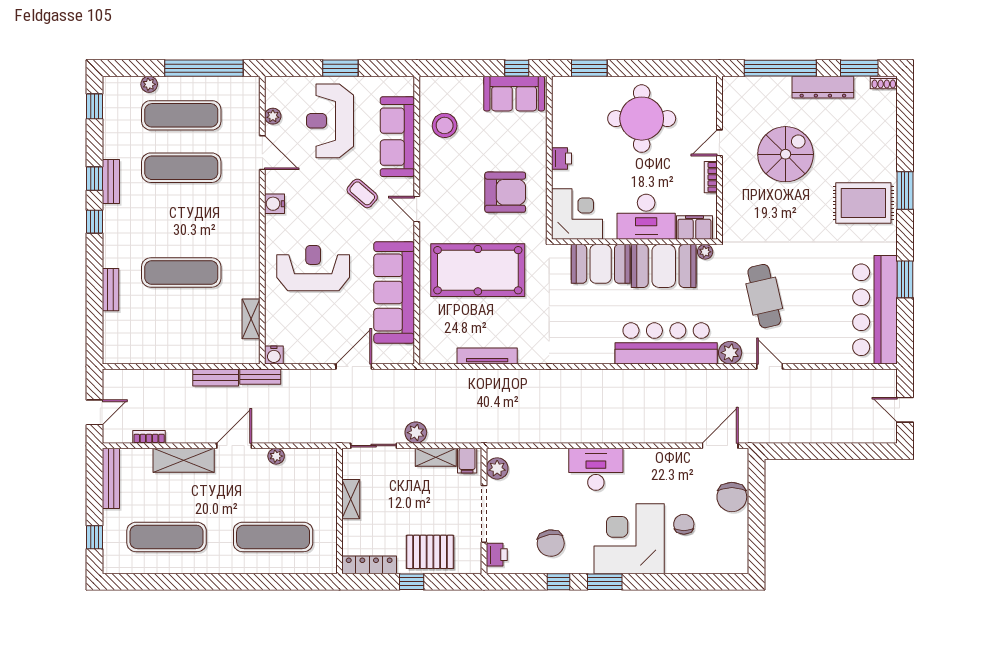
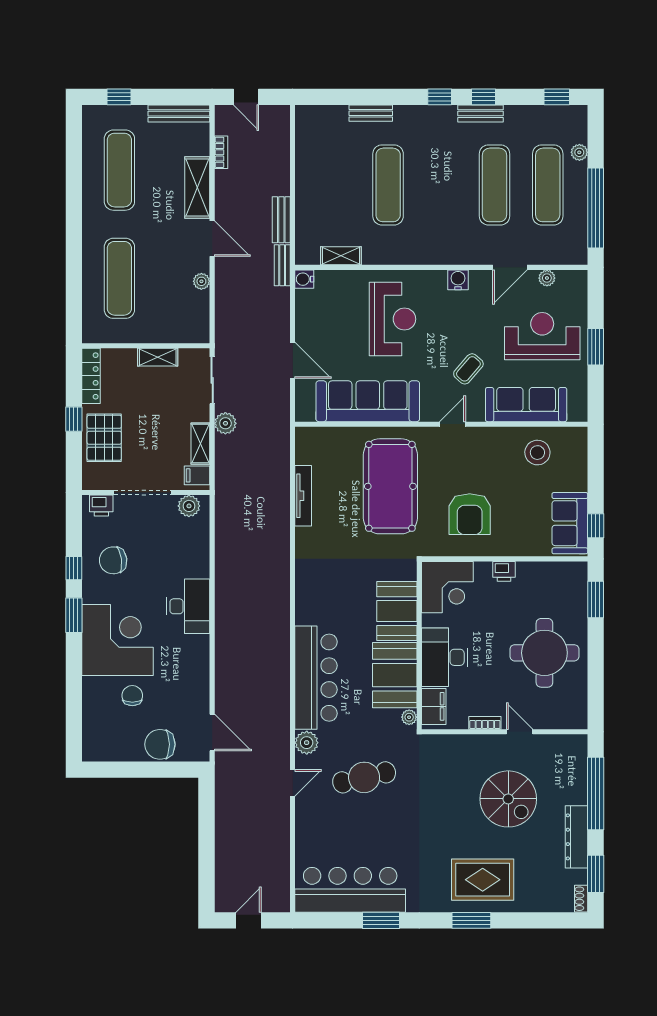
rug: (863, 203) -> (483, 880), moved, turned 90
chair: (684, 524) -> (132, 696), turned -90

